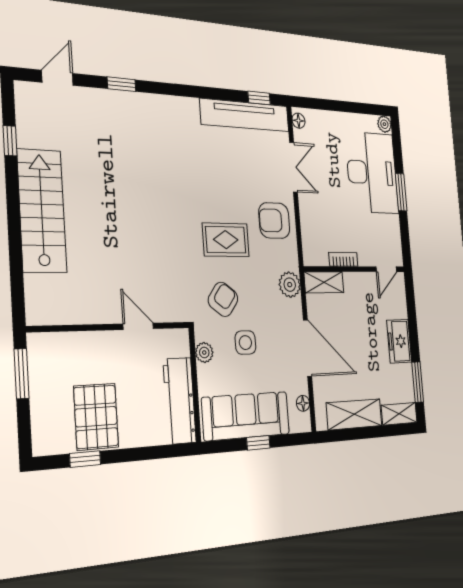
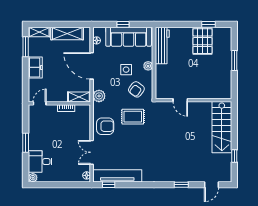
desk: (372, 173) -> (40, 162), width x0.53, depth x0.77
door: (138, 326) -> (180, 100), moved
wall: (110, 327) -> (193, 100), moved

